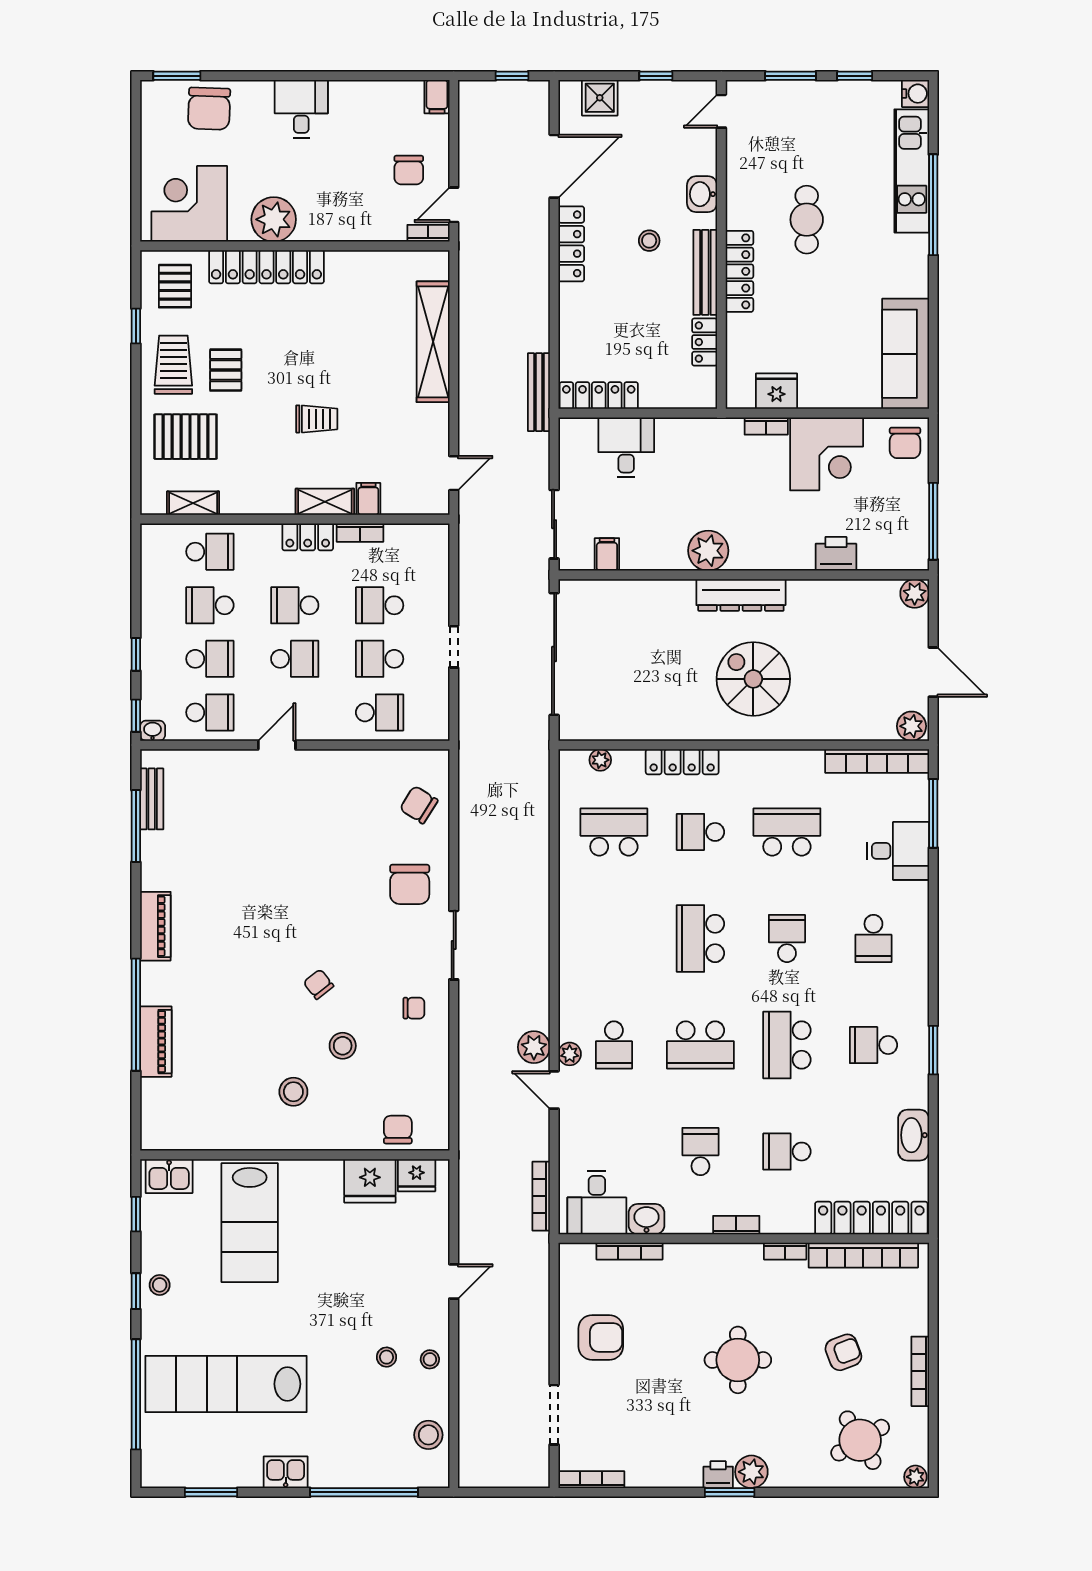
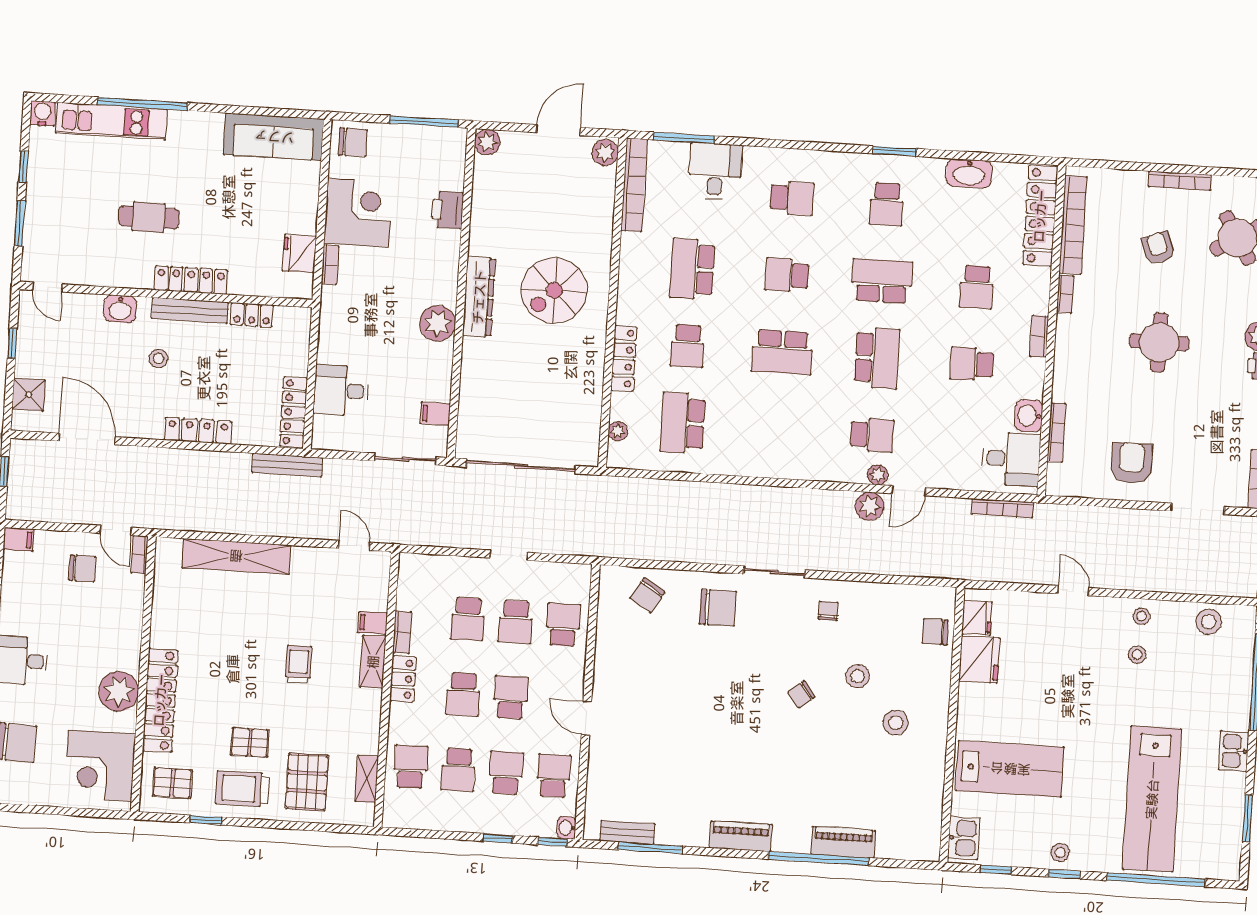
locker: (571, 244) -> (198, 431), moved
school desk: (787, 1045) -> (882, 281), turned 180

